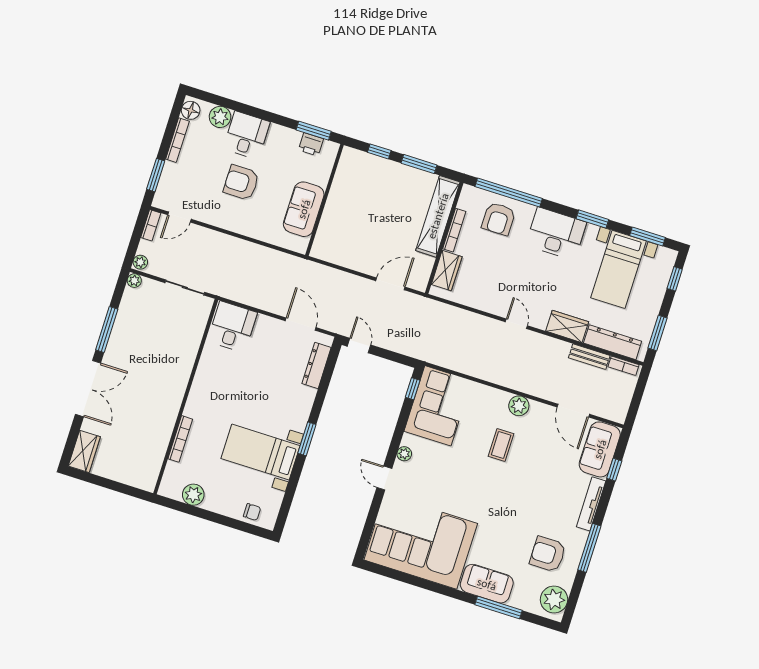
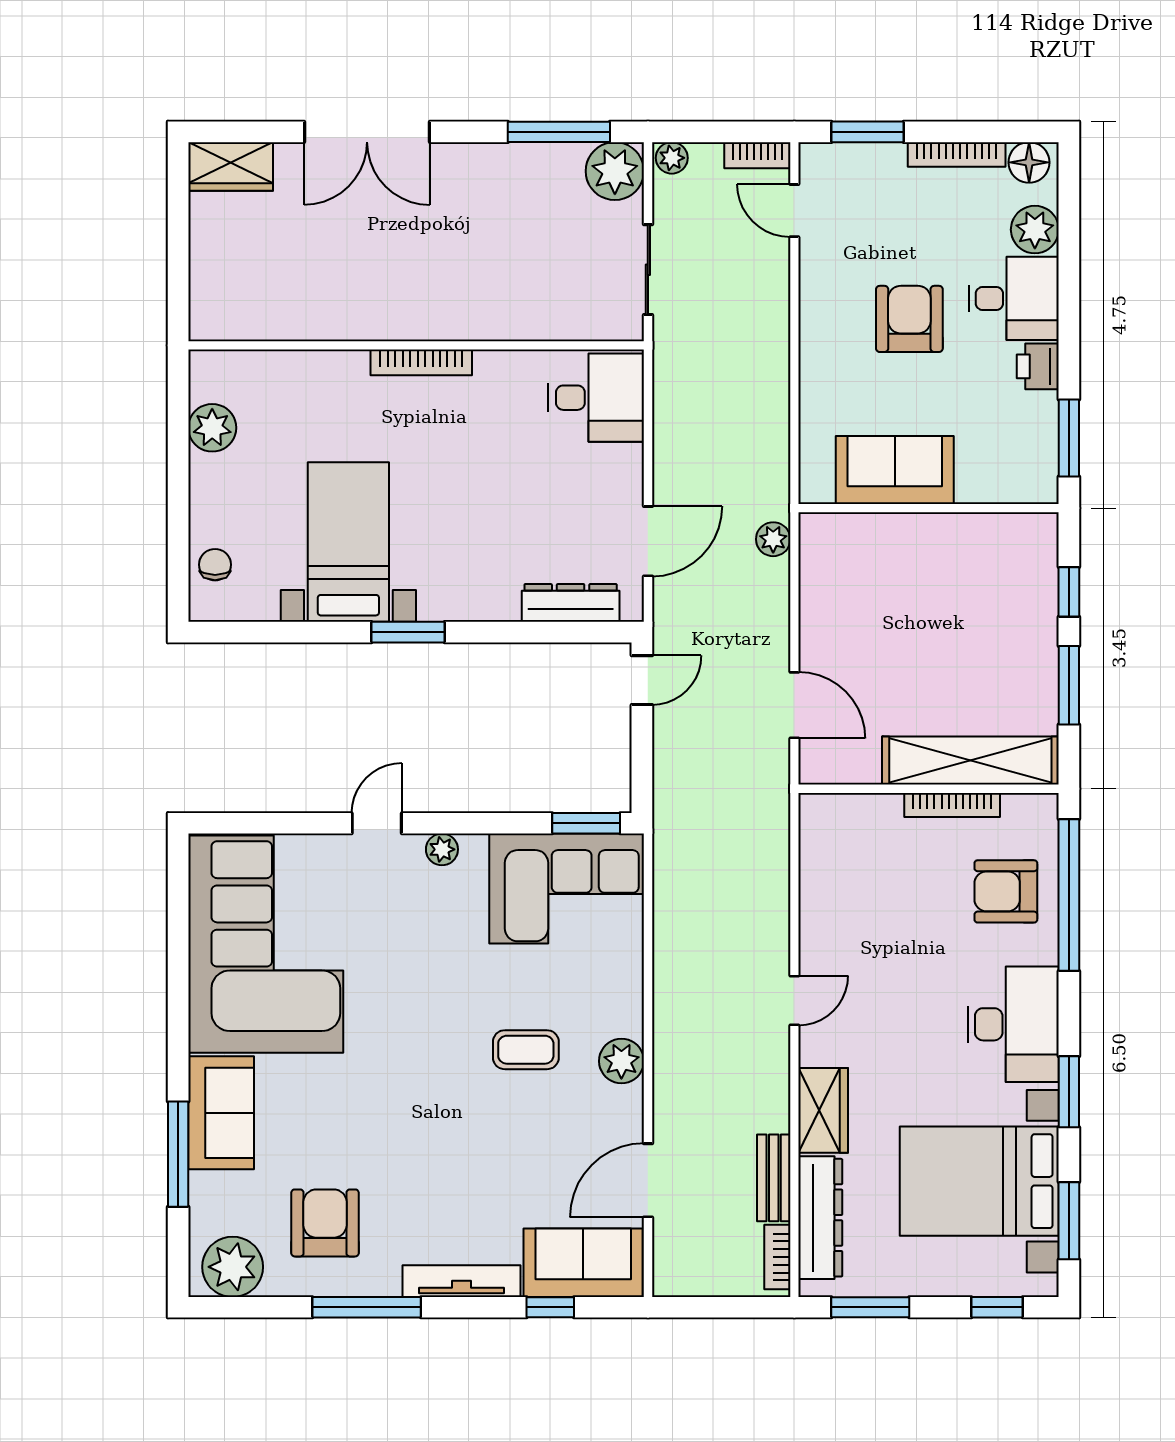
printer: (311, 144) -> (1038, 366), moved
bed with nightstands: (618, 269) -> (979, 1181), width x1.36
plant: (317, 270) -> (773, 539), added
wardrobe: (447, 271) -> (861, 816), removed
plant: (134, 281) -> (615, 171), width x1.87, depth x1.87
window: (107, 329) -> (559, 132), moved
window: (413, 389) -> (586, 823), width x1.50
bookcase: (180, 439) -> (421, 362), moved
chair: (252, 512) -> (215, 565), turned 180

